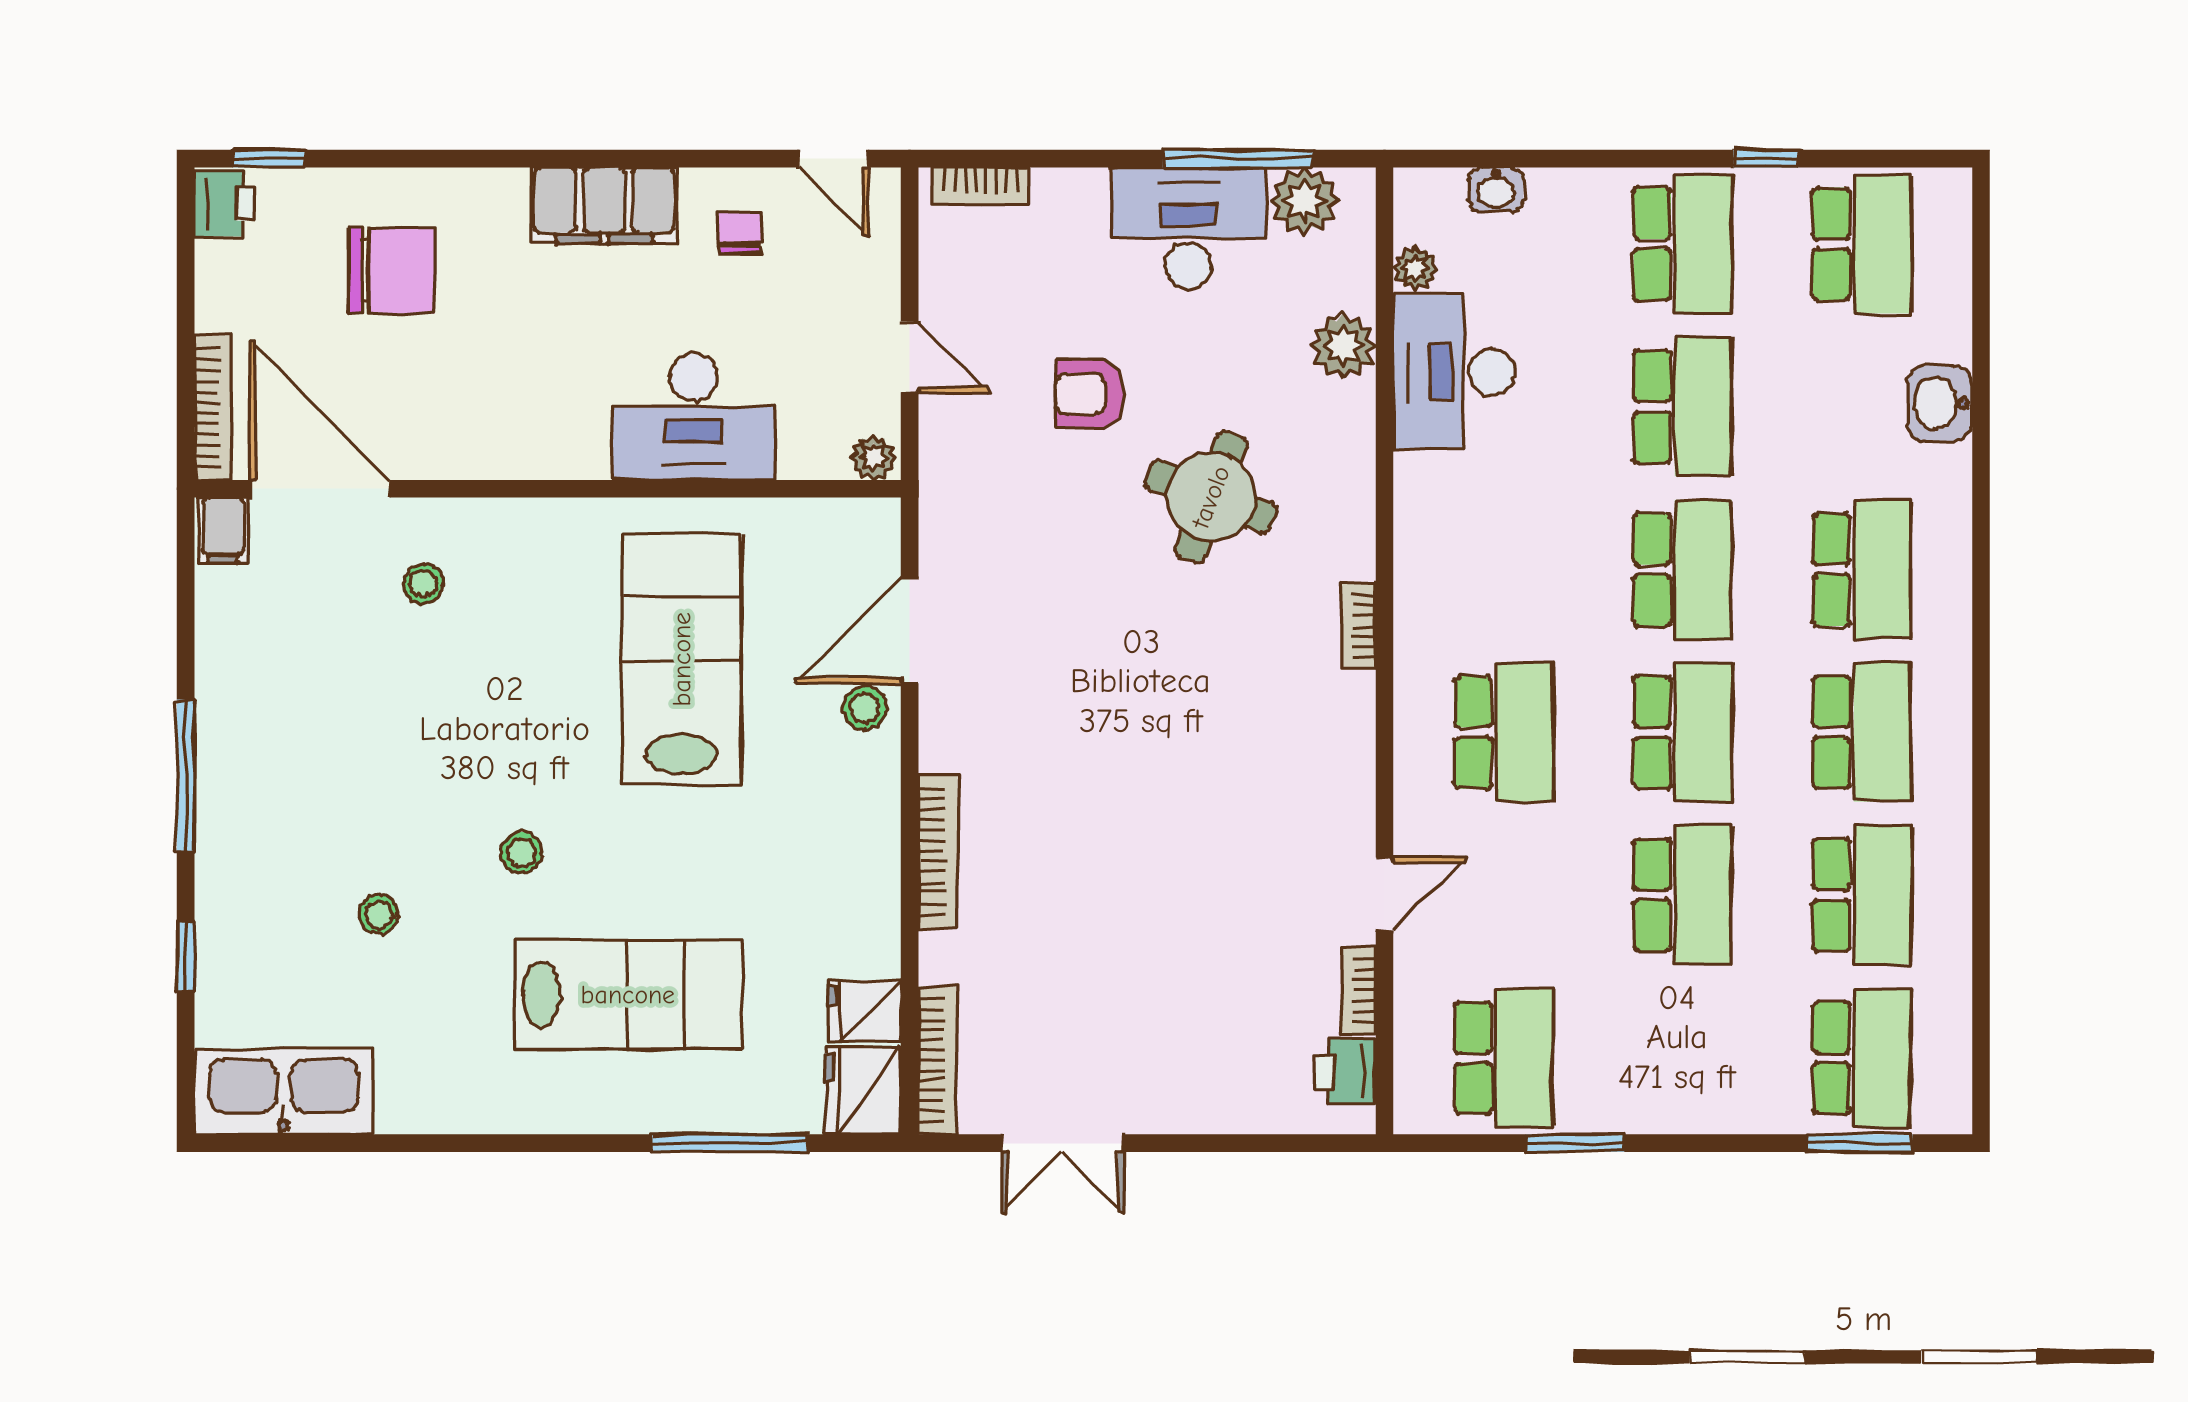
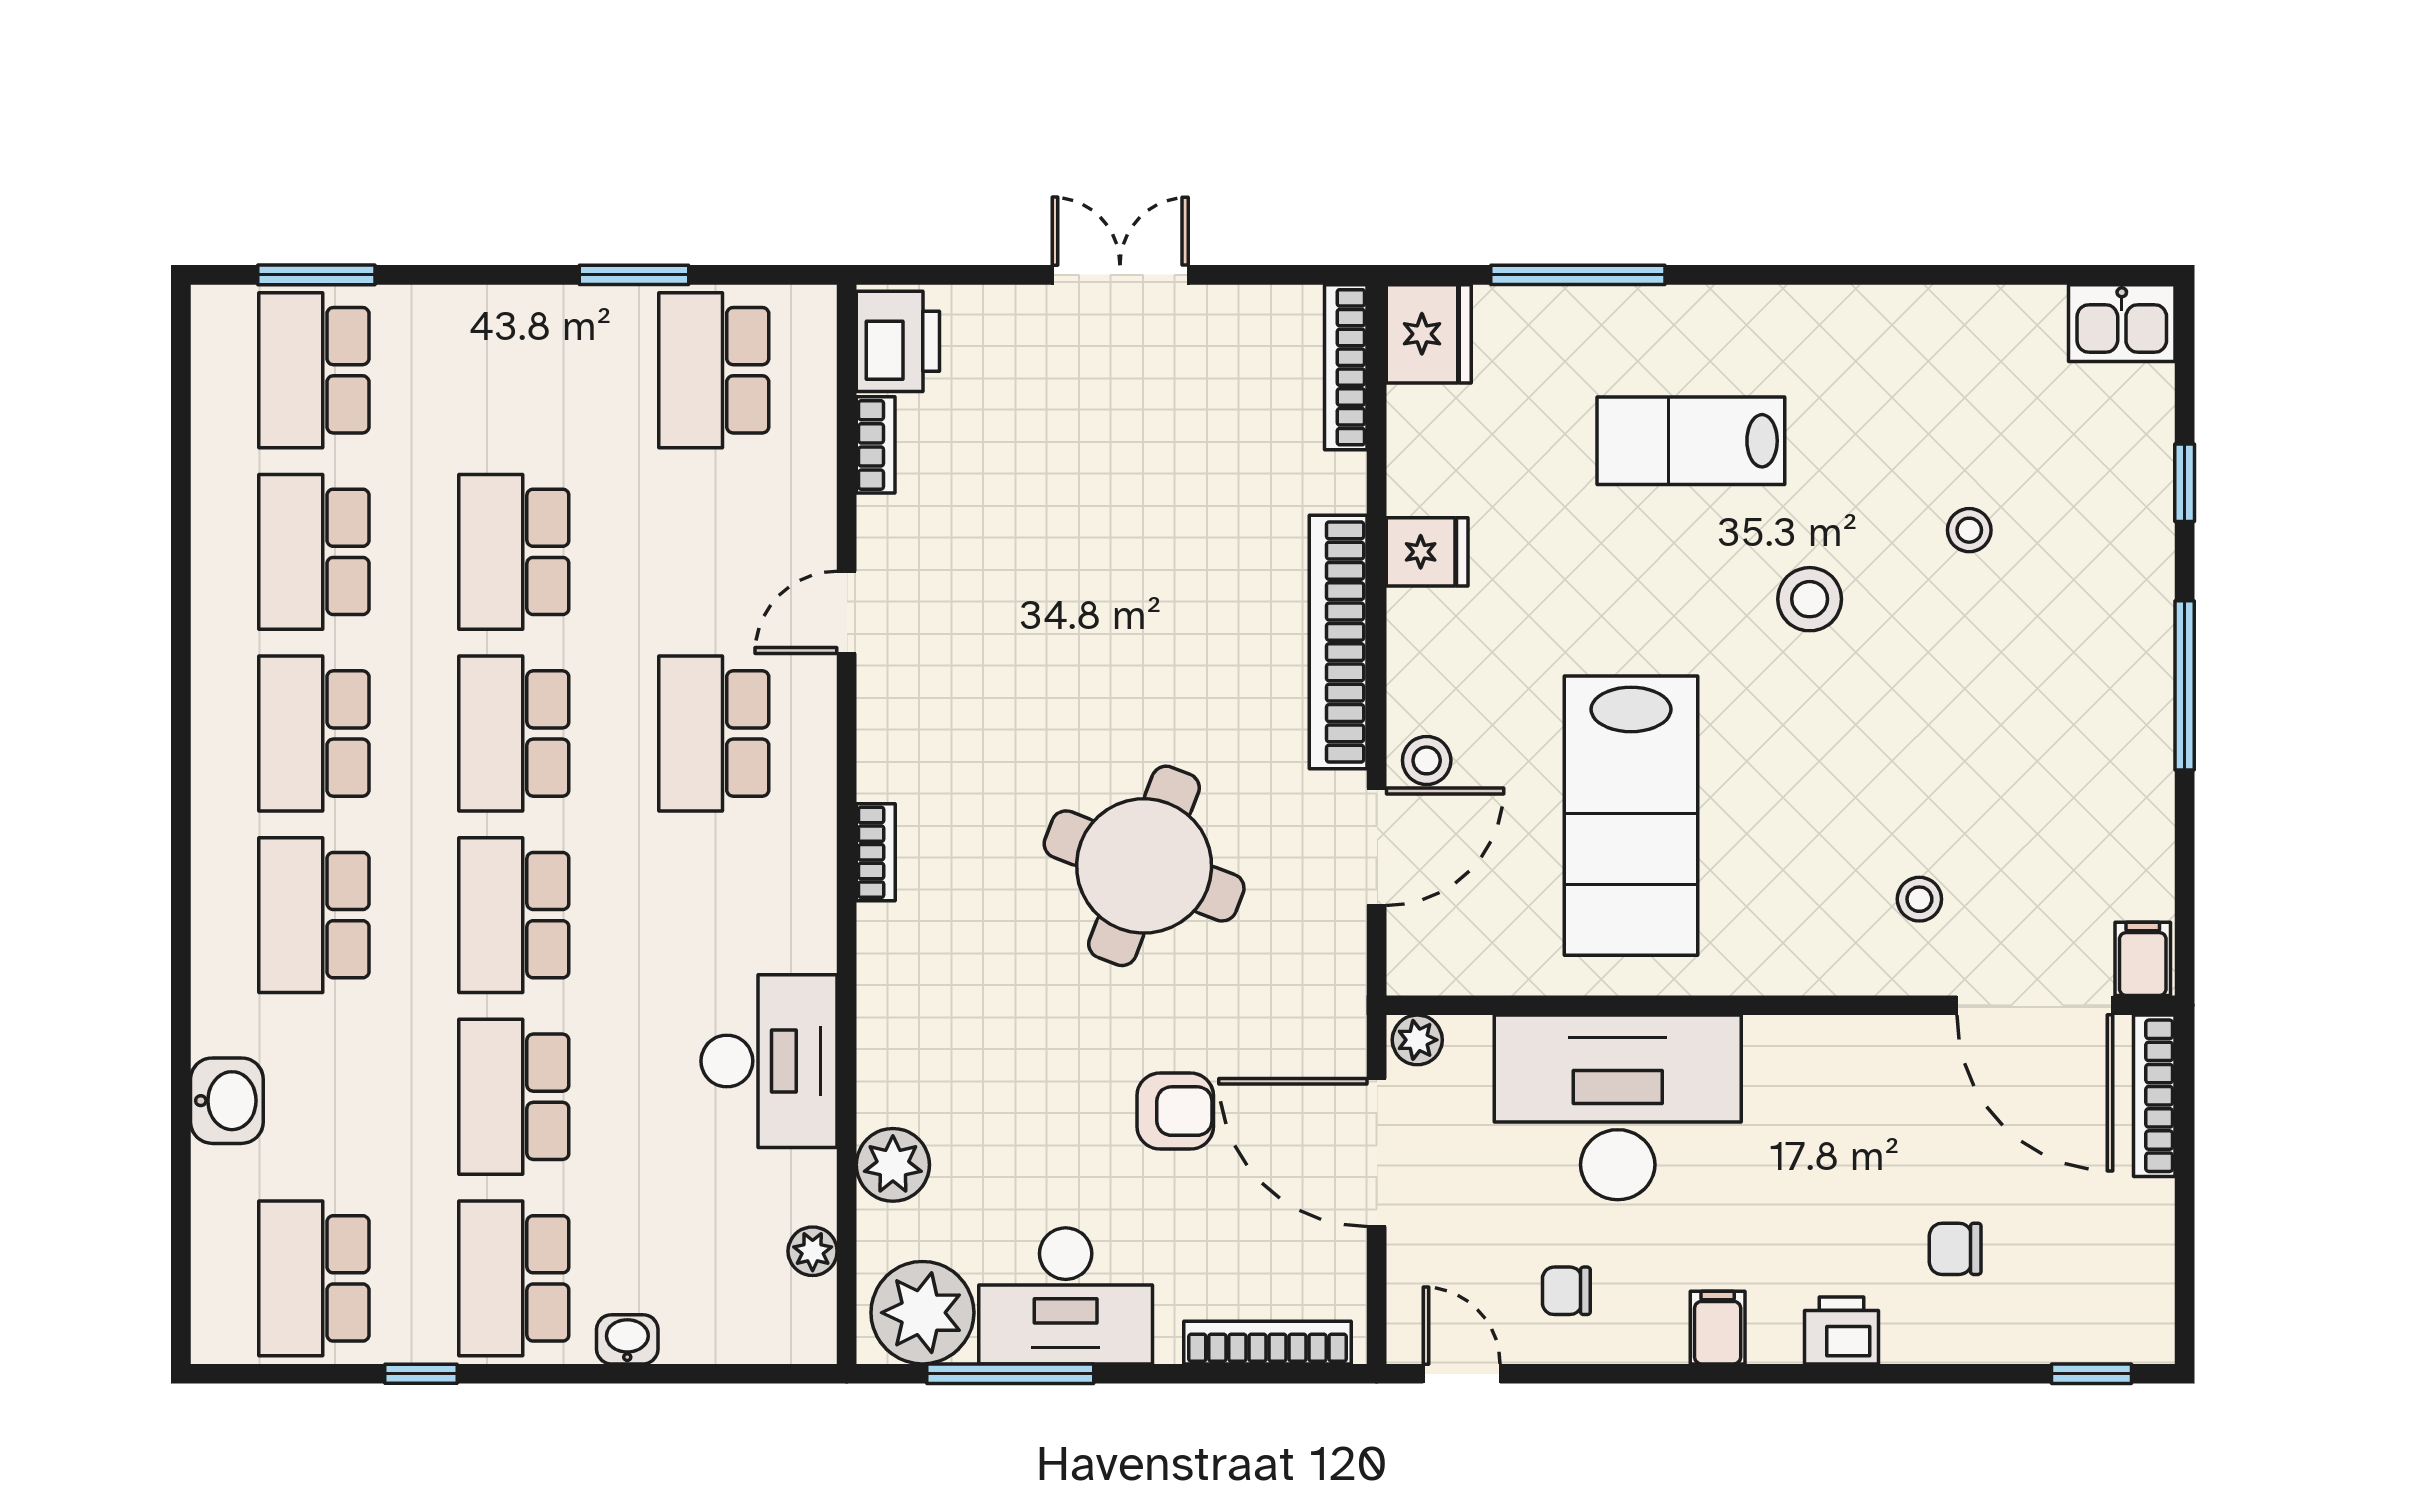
bookcase: (980, 186) -> (1267, 1343), width x1.56
washbasin: (1496, 189) -> (627, 1339), moved
plant: (1304, 201) -> (922, 1313), width x1.36, depth x1.36
printer: (224, 203) -> (1842, 1330), moved, turned 90
filing cabinet: (604, 205) -> (1718, 1328), width x0.33, depth x0.86
chair: (740, 233) -> (1566, 1291), turned 90
chair: (391, 270) -> (1955, 1249), width x0.54, depth x0.54
door: (910, 357) -> (1377, 1152), width x1.88
desk: (1454, 372) -> (769, 1061), moved
desk: (694, 416) -> (1618, 1107), width x1.36, depth x1.30
round table: (1211, 497) -> (1144, 866), moved, width x1.36, depth x1.36
bookcase: (938, 851) -> (1338, 642), width x1.48, depth x1.31
stool: (522, 853) -> (1810, 599), width x1.37, depth x1.37
door: (1384, 894) -> (847, 612), moved
lab bench: (628, 995) -> (1691, 441), width x0.73, depth x0.72
fridge: (864, 1011) -> (1427, 552), moved
printer: (1346, 1072) -> (898, 341), width x1.36, depth x1.24
kitchen sink: (284, 1092) -> (2122, 323), width x0.53, depth x0.81
double door: (1063, 1143) -> (1120, 275), moved

